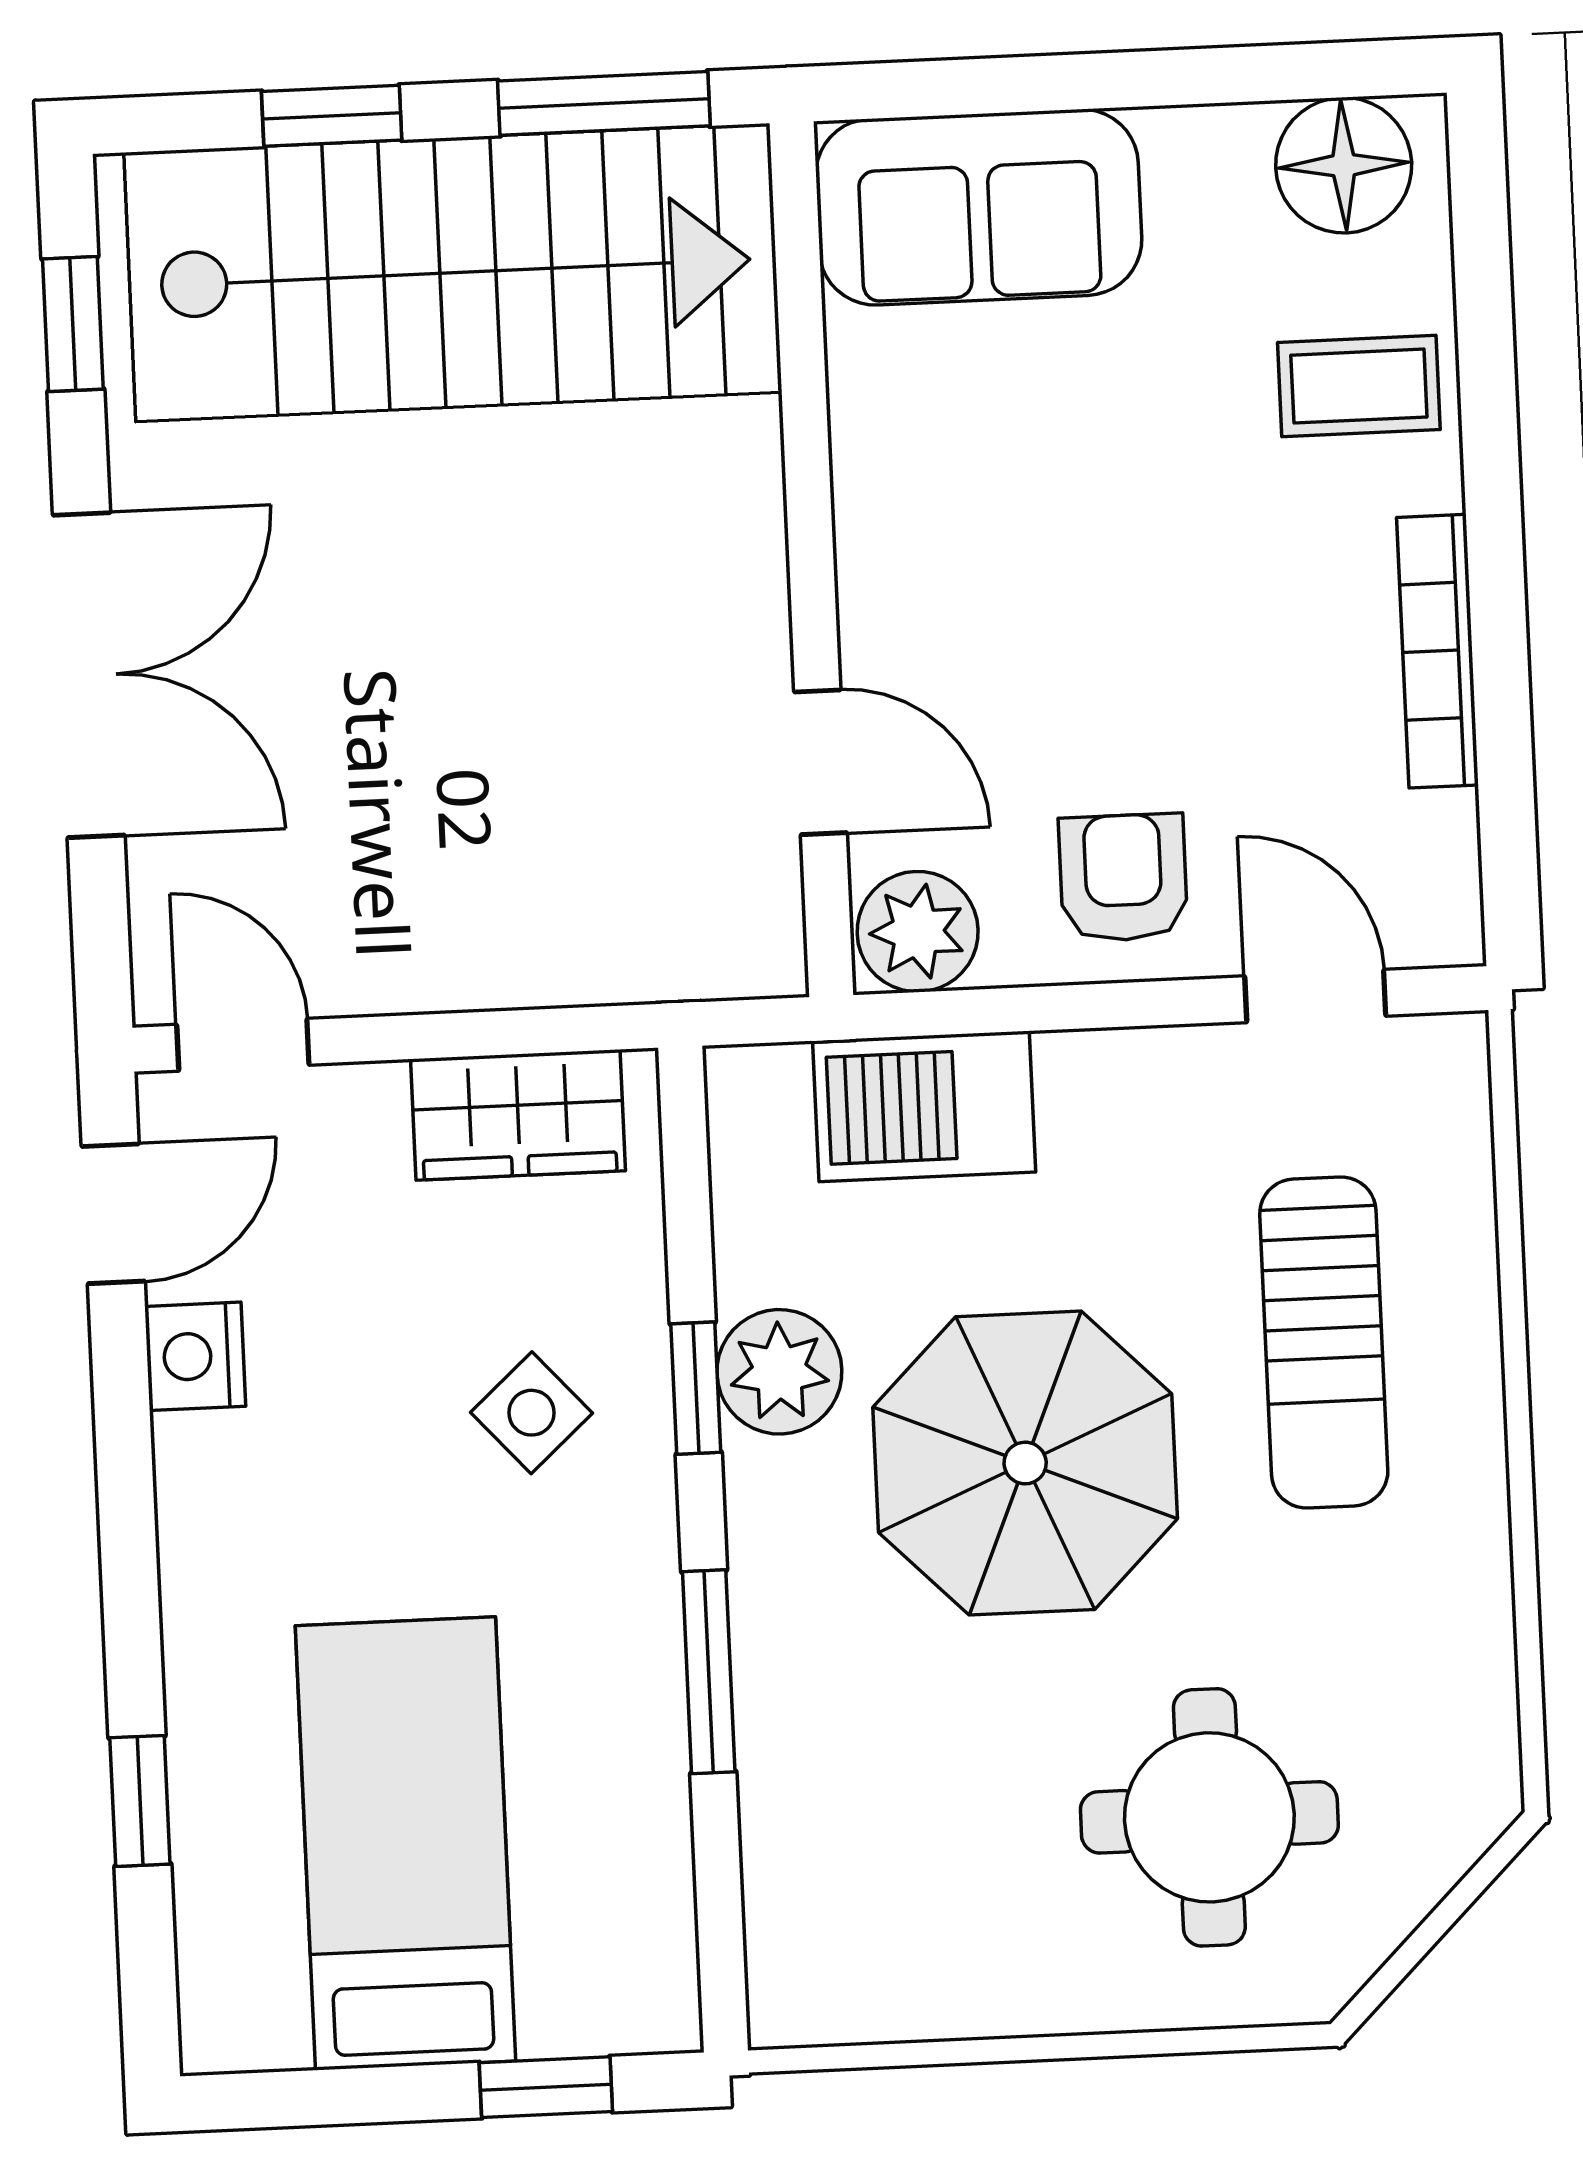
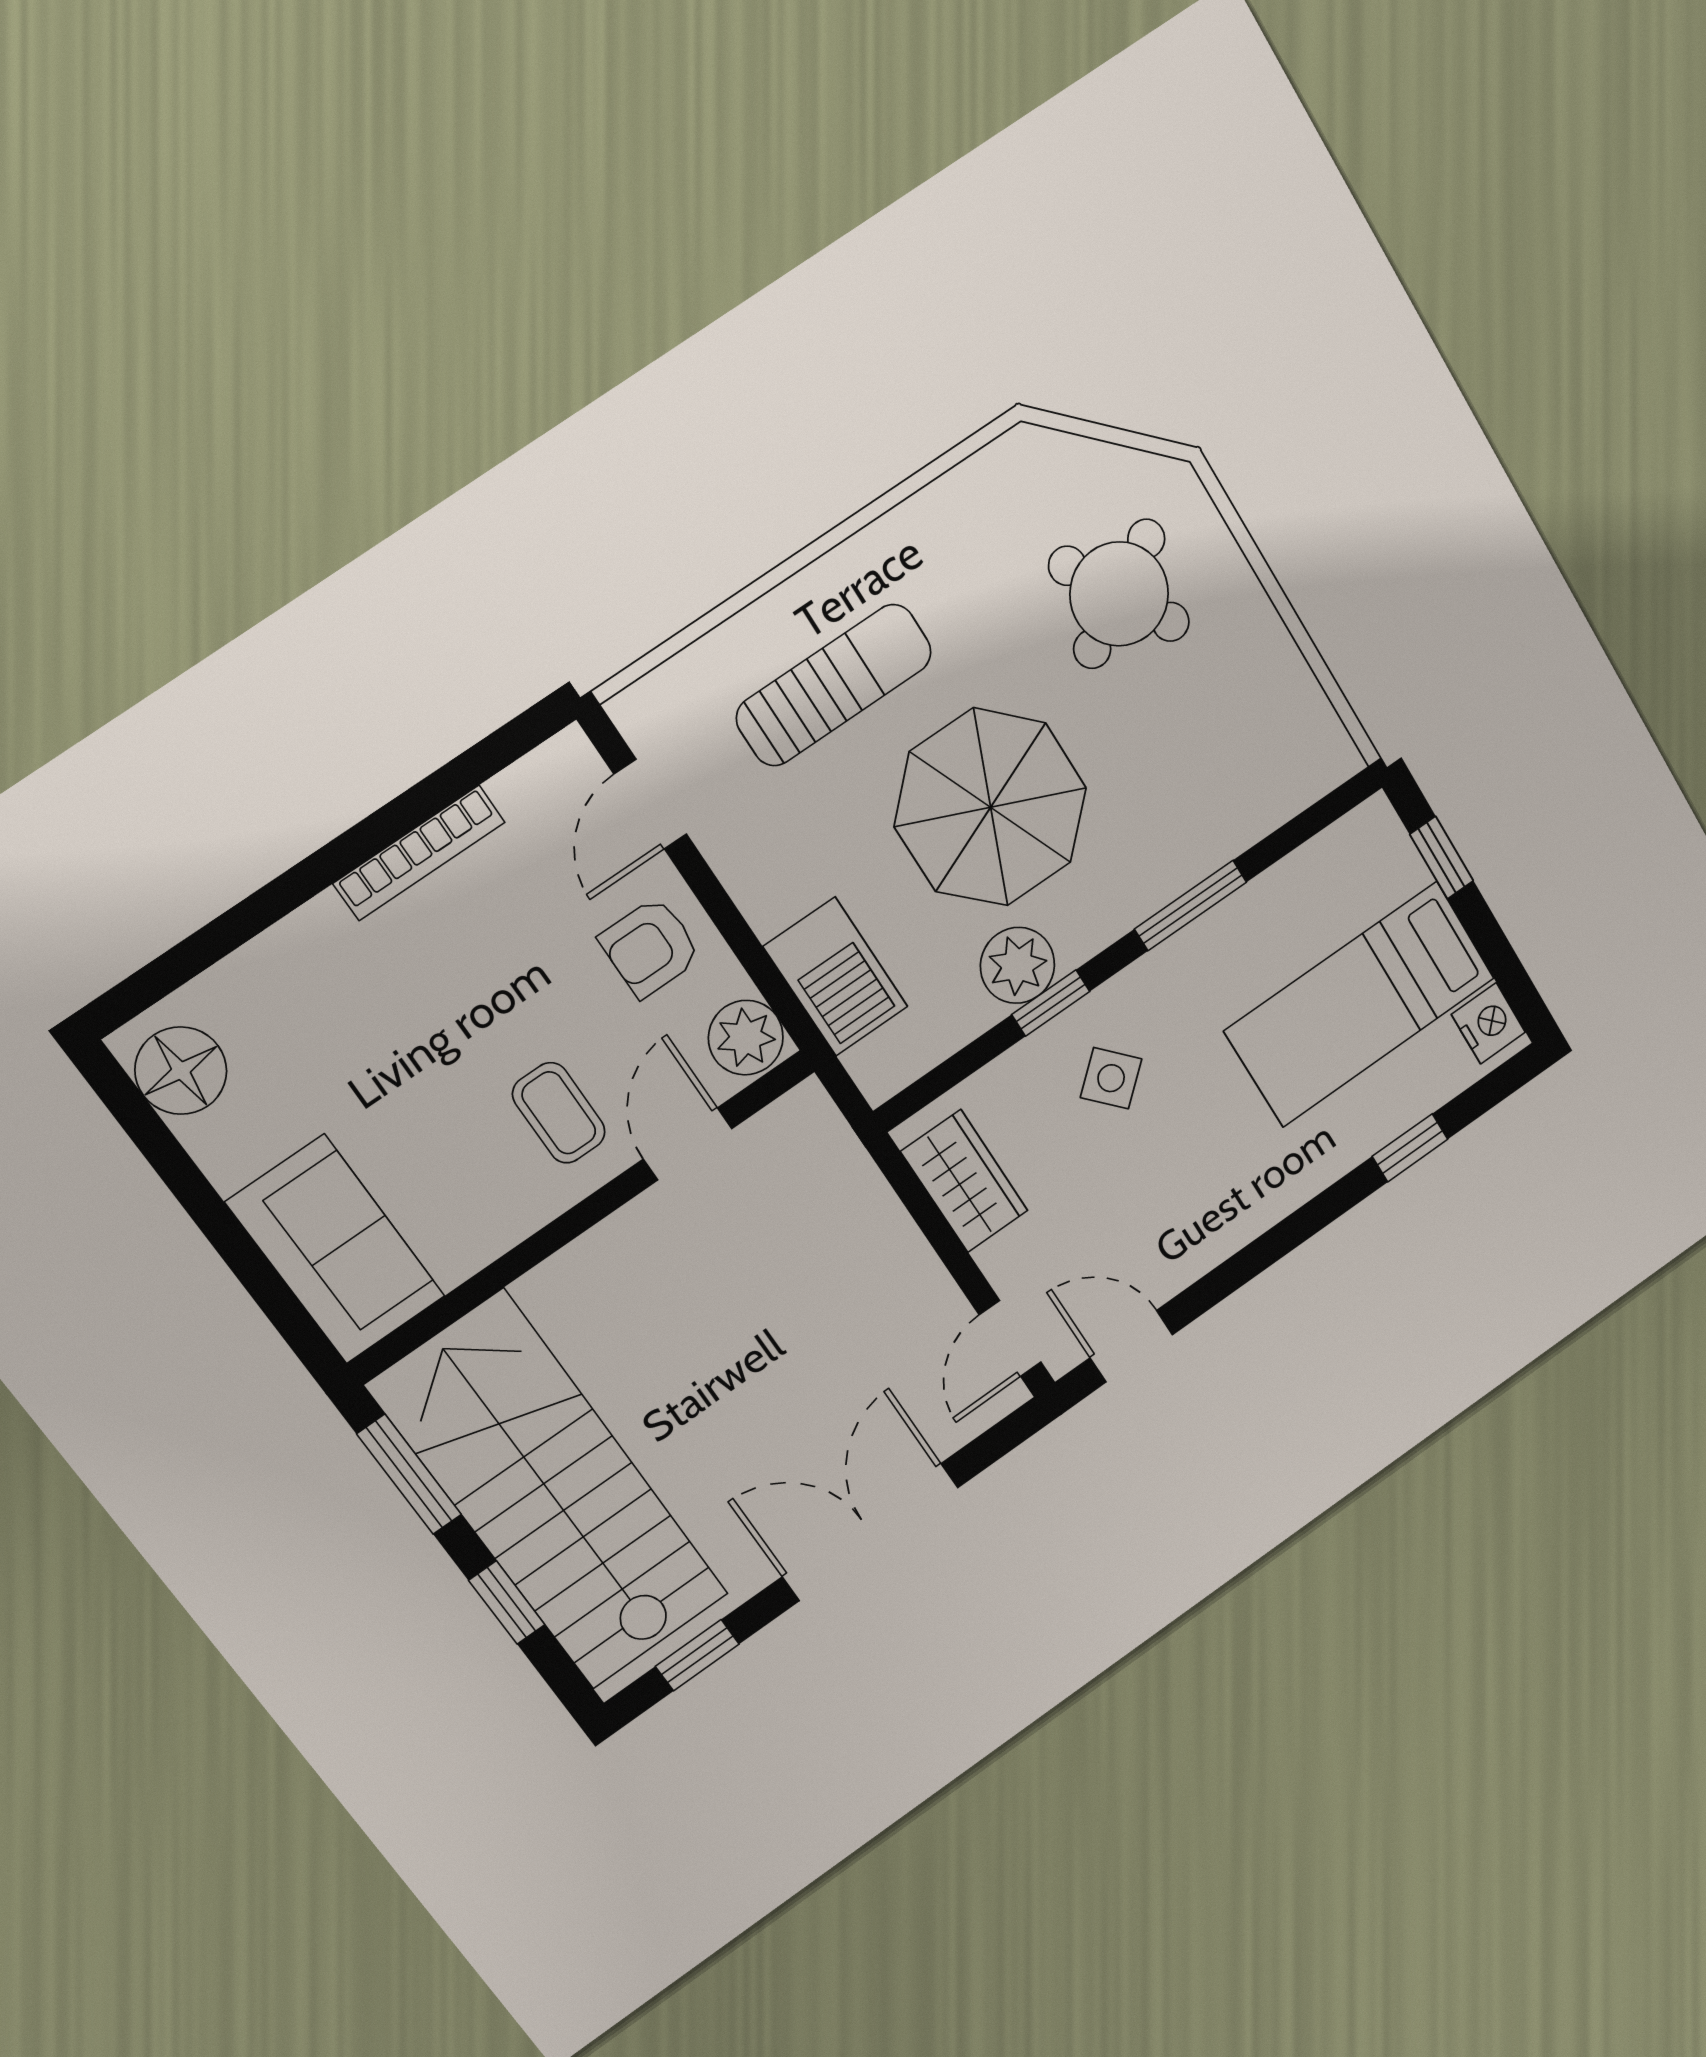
coffee table: (1359, 386) -> (559, 1113), moved
nightstand: (195, 1356) -> (1488, 1023), moved, turned -90
round table: (1209, 1817) -> (1119, 594), turned -30

